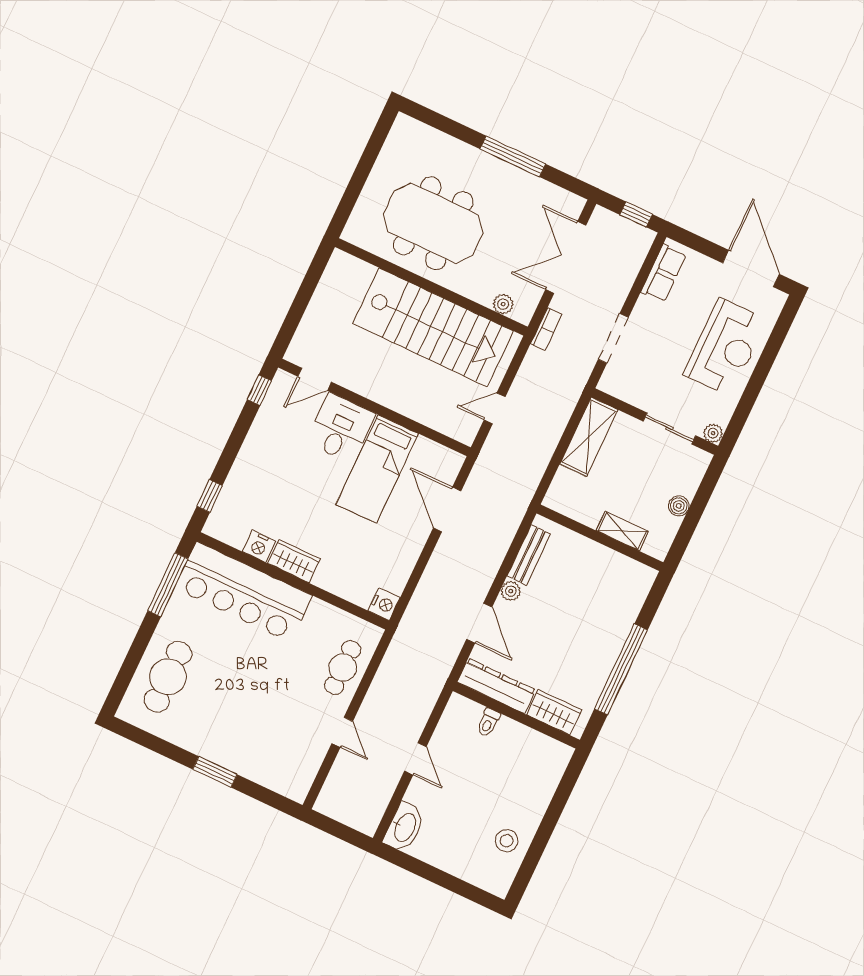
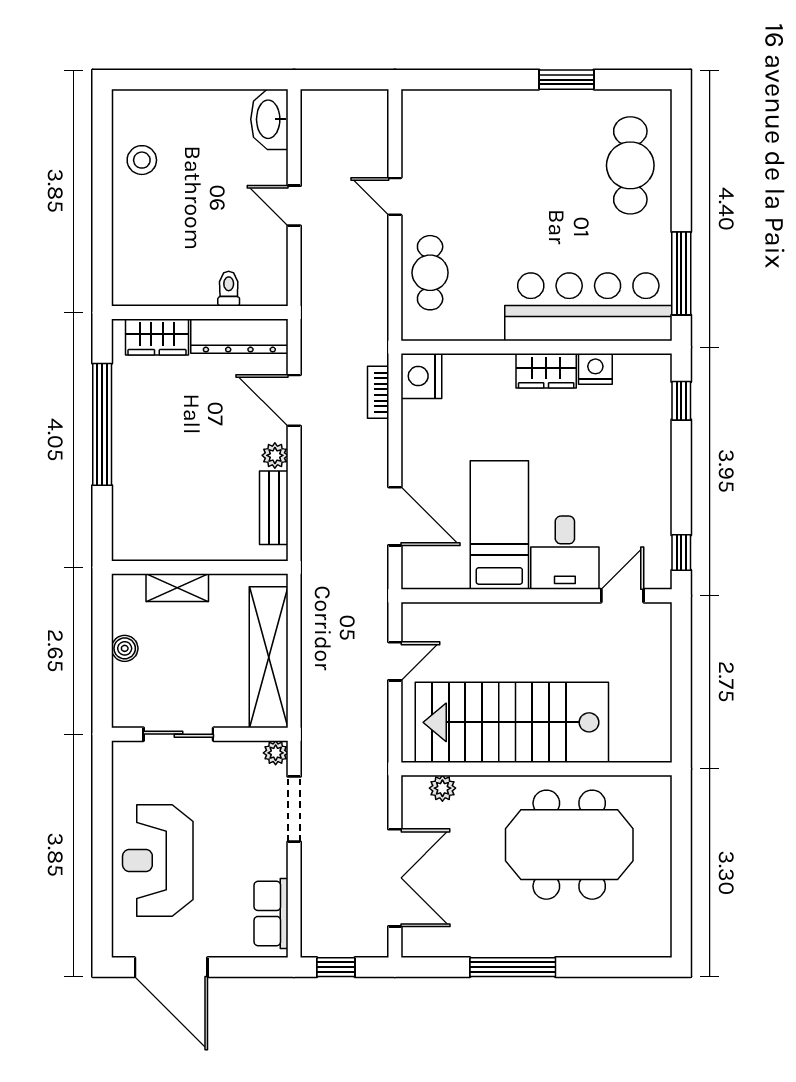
bookcase: (546, 329) -> (378, 392), moved
plant: (713, 433) -> (276, 753), moved
shelving: (589, 437) -> (269, 657), width x1.47
nightstand: (384, 604) -> (421, 376), width x1.36, depth x1.33
window: (215, 772) -> (566, 80), moved

